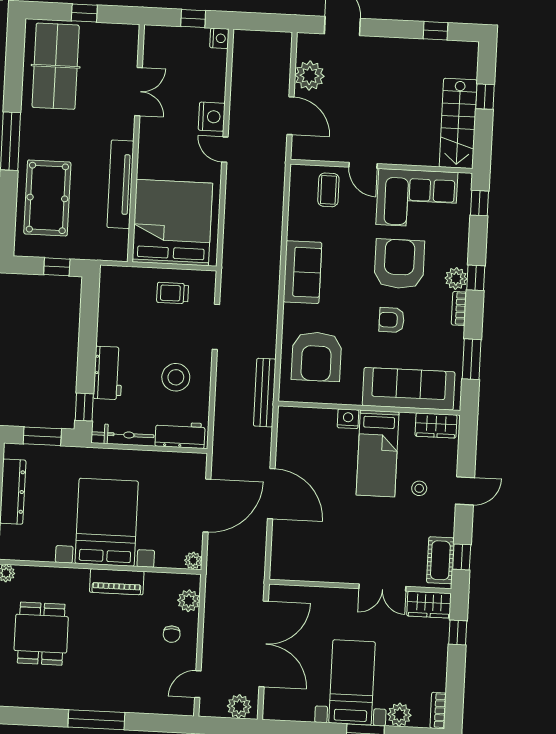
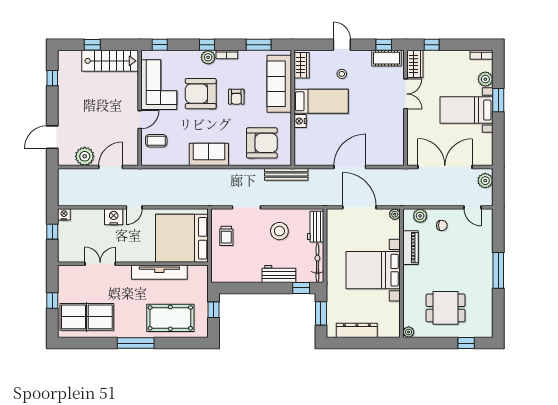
piano: (117, 582) -> (410, 248), moved

